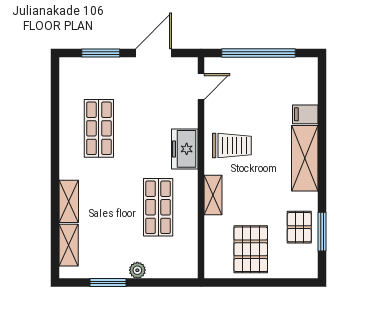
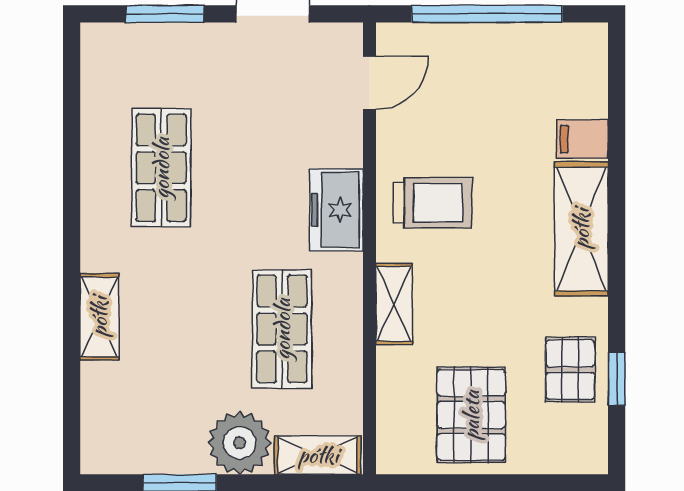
window: (322, 232) -> (617, 379), width x0.67
shelving: (69, 245) -> (318, 455), moved, turned 90
plant: (137, 270) -> (240, 443), width x1.88, depth x1.88

